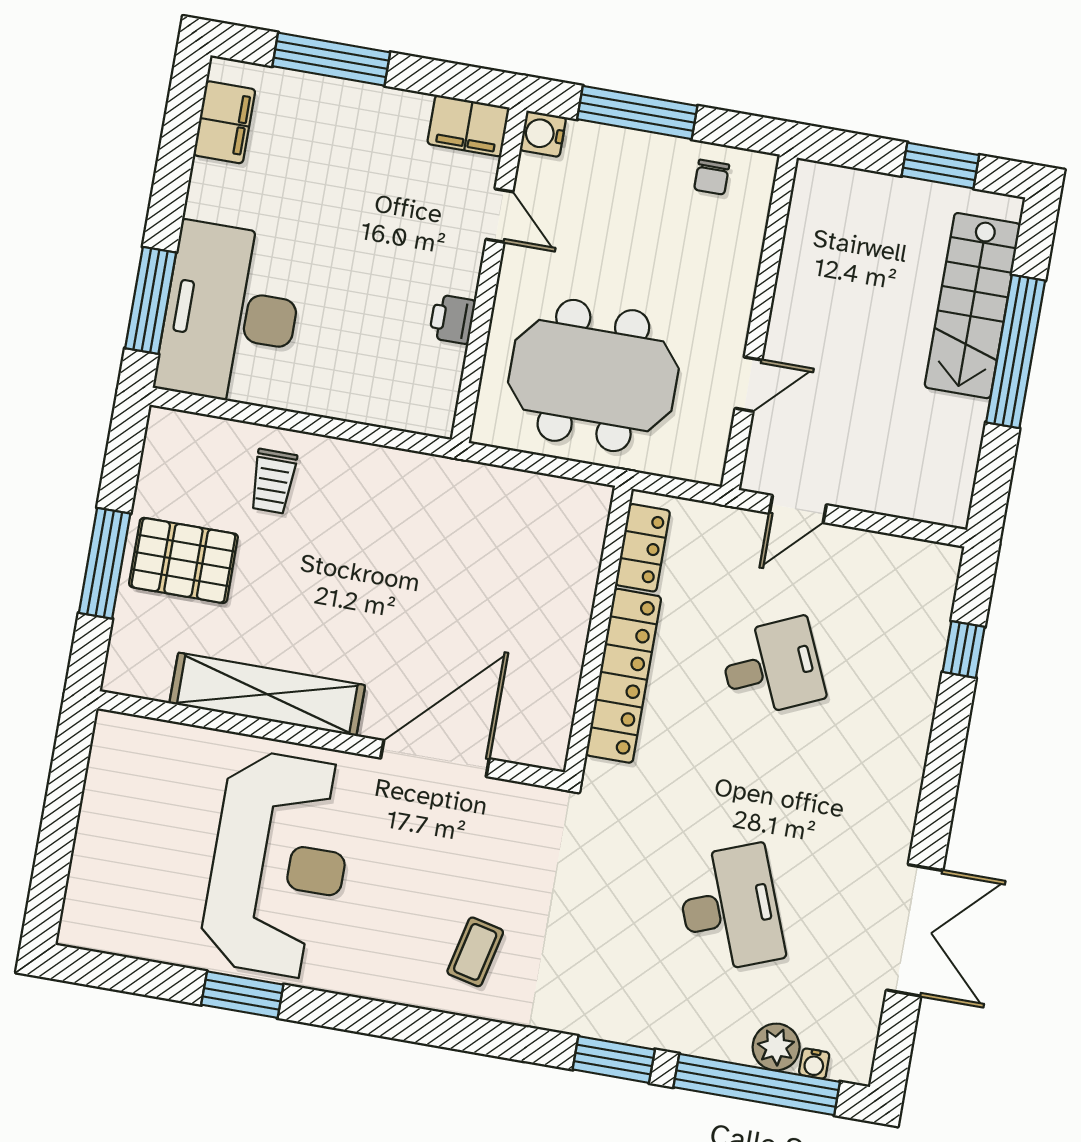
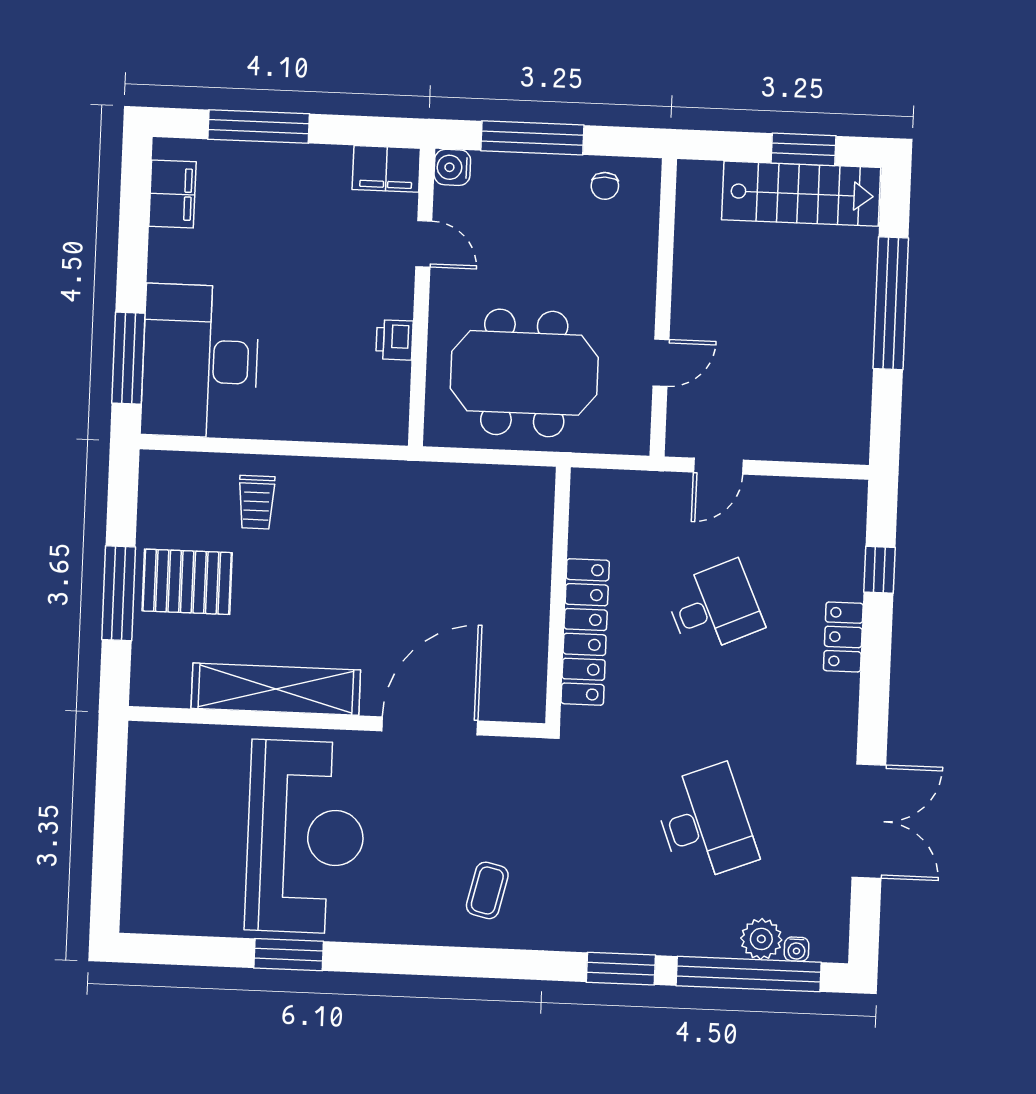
stairs: (972, 306) -> (801, 194), moved, turned -90
locker: (643, 548) -> (843, 637), moved, turned 180

